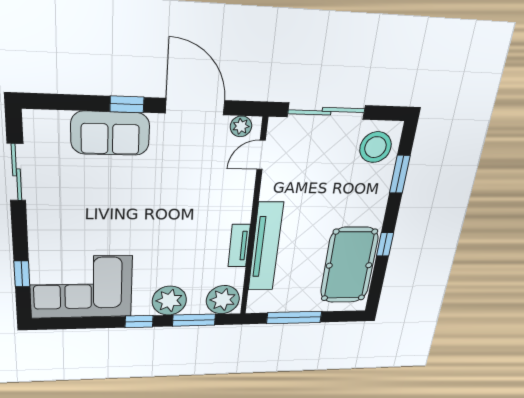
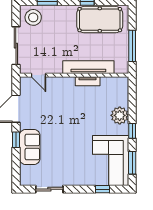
plant: (241, 126) -> (25, 86), removed
plant: (223, 300) -> (120, 87), removed
window: (194, 320) -> (132, 163), moved

